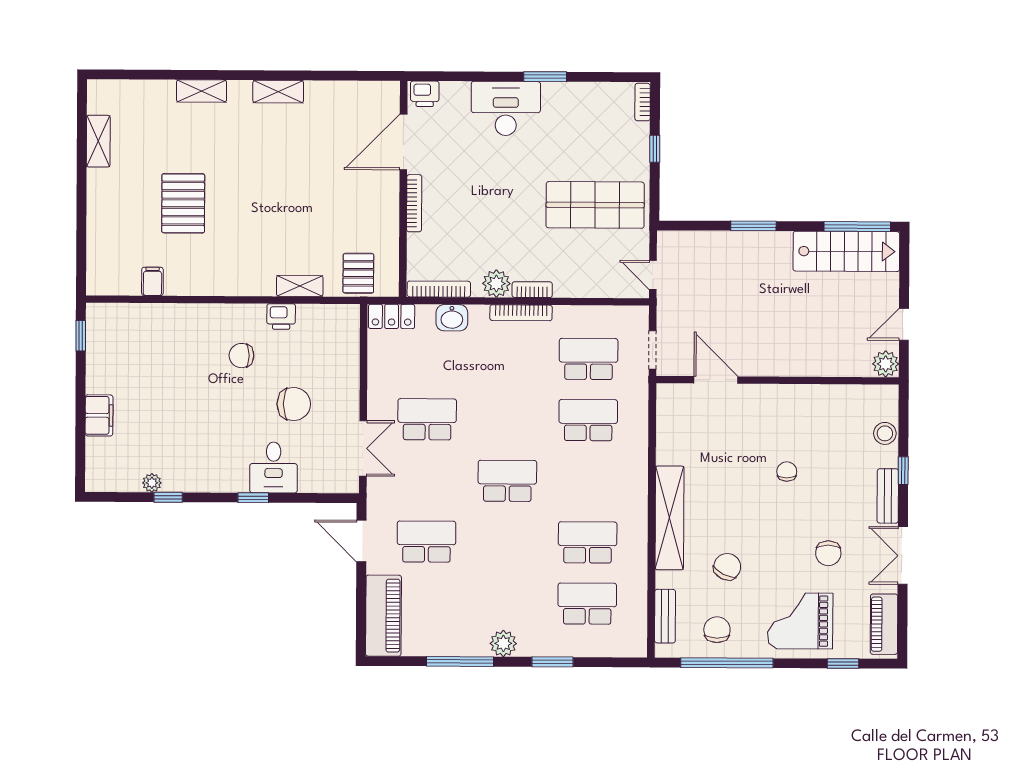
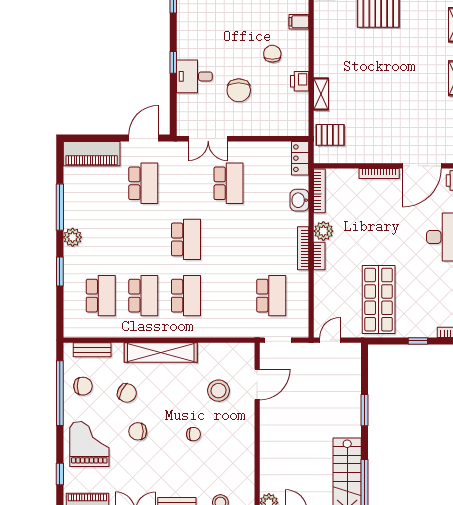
door: (403, 142) -> (422, 166), swing flipped
filing cabinet: (196, 317) -> (299, 22), added
school desk: (588, 420) -> (186, 296), moved
stool: (724, 435) -> (218, 391), added
chair: (828, 553) -> (138, 431), moved

